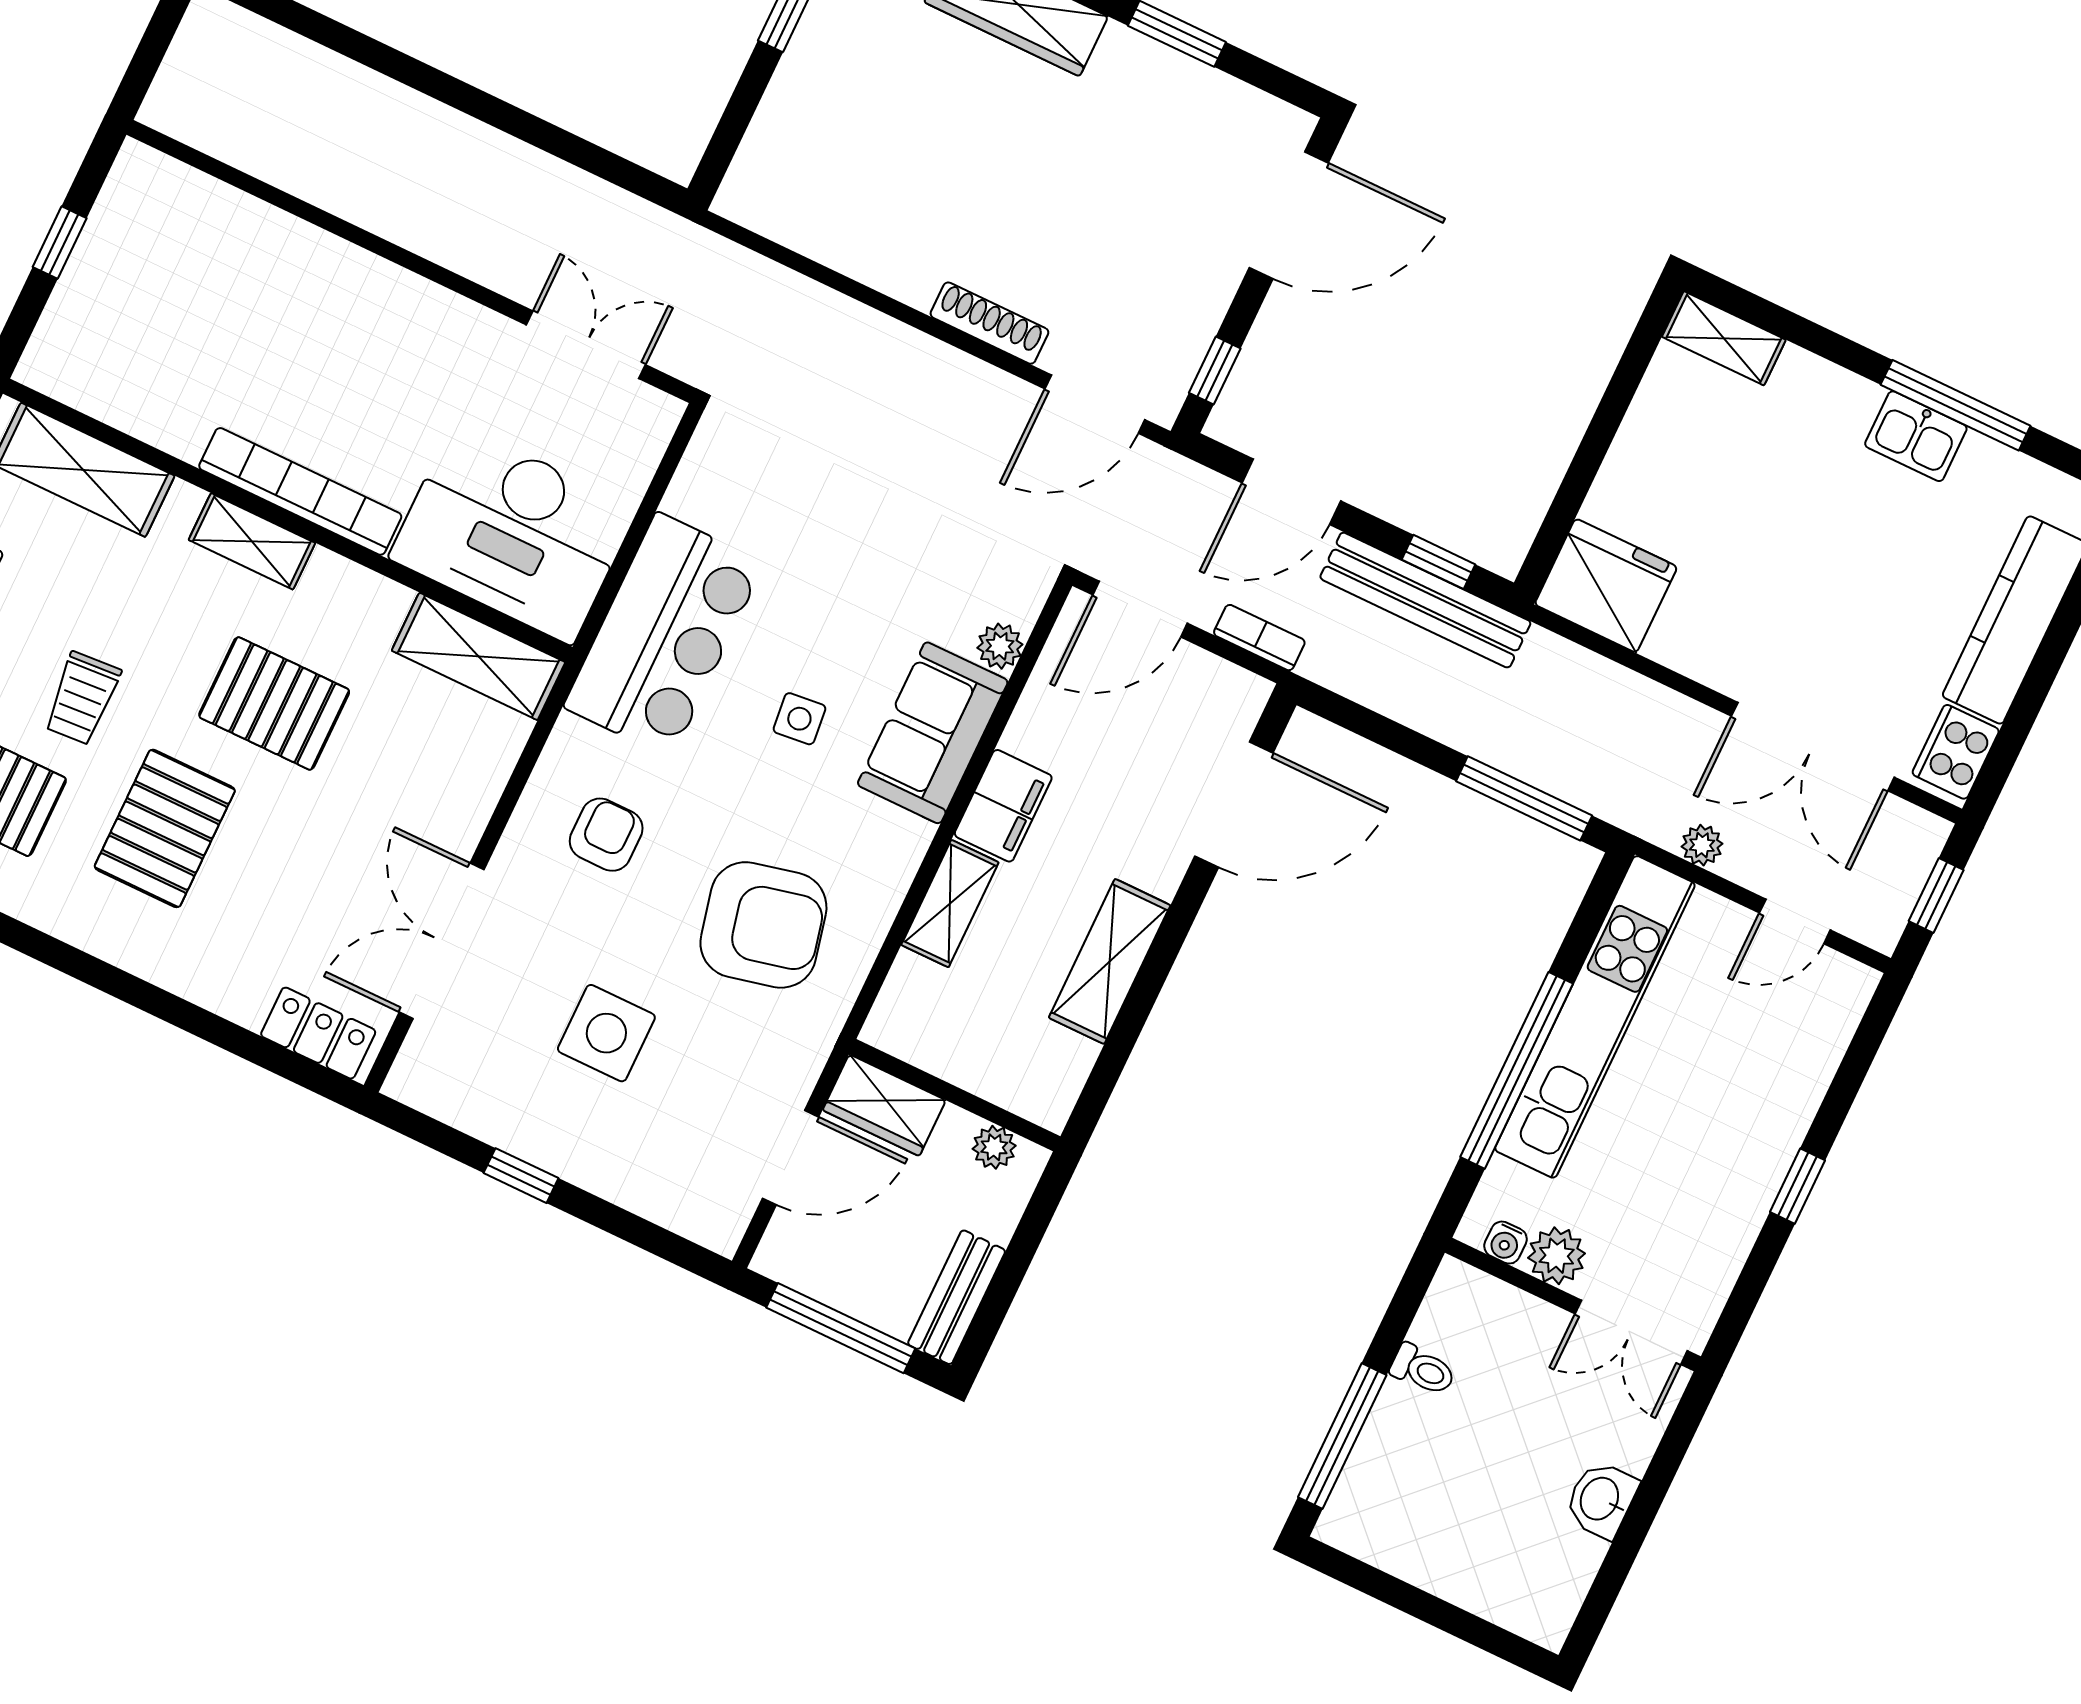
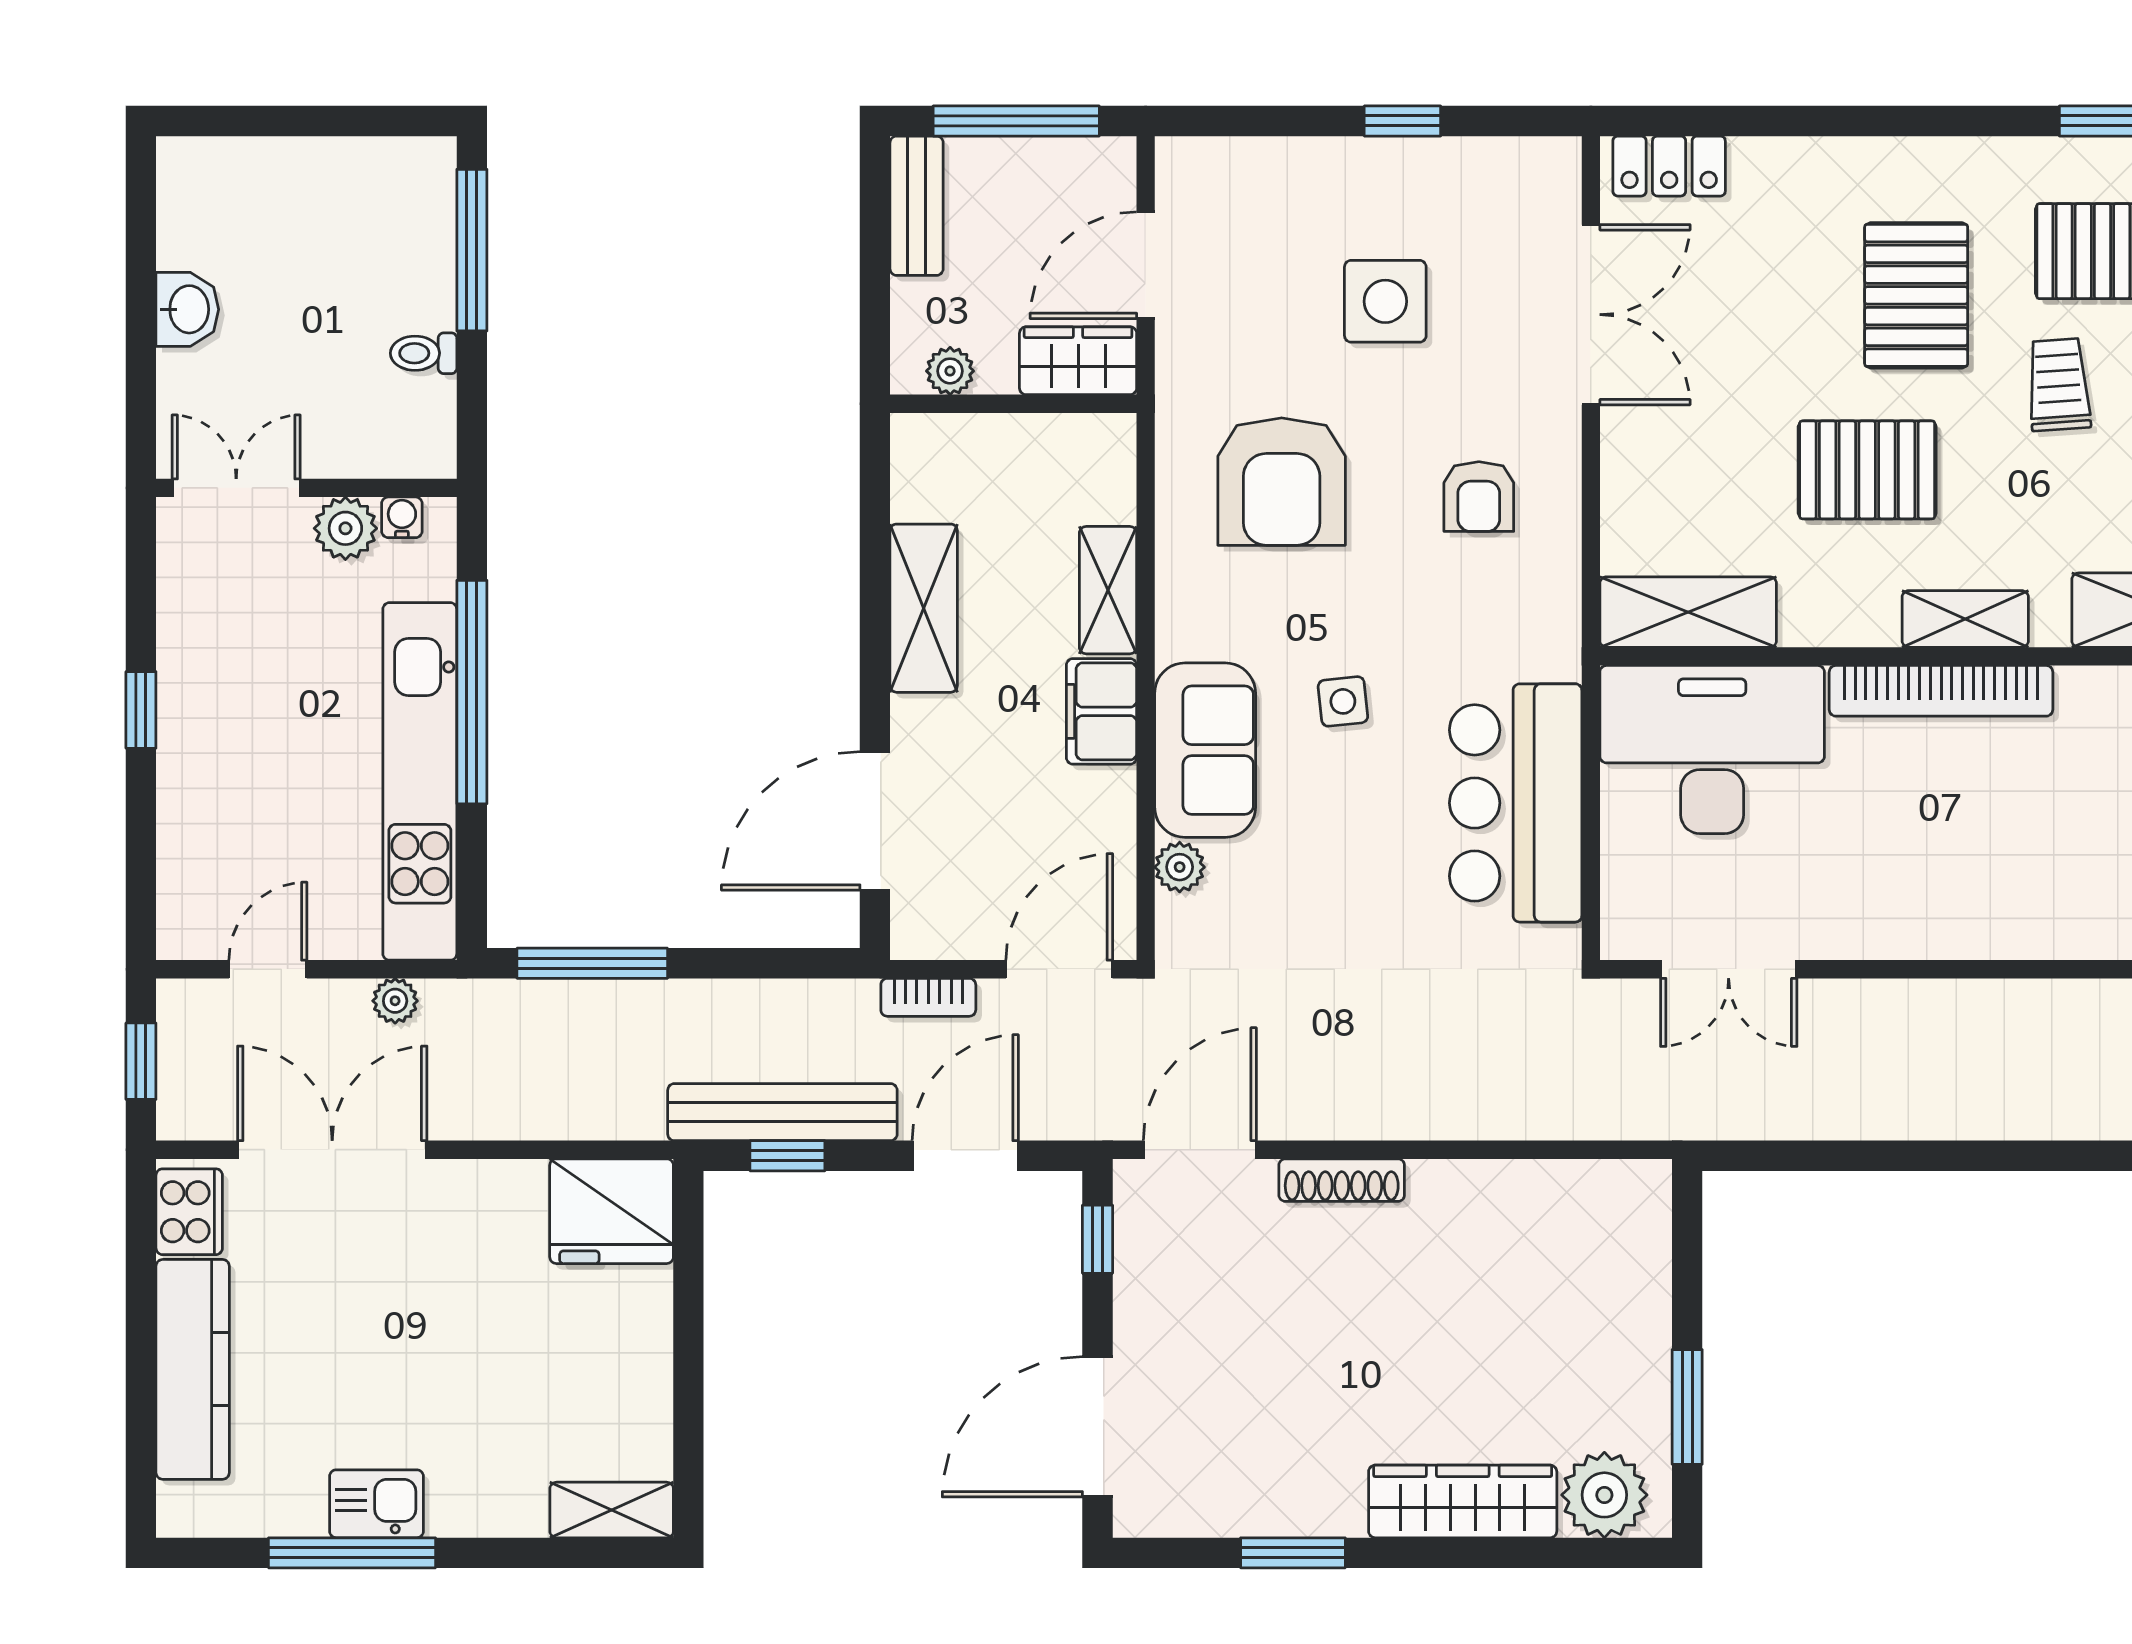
bar counter: (664, 635) -> (1516, 803), moved
armchair: (763, 925) -> (1282, 482), turned -77

